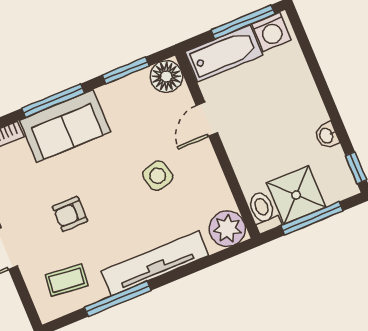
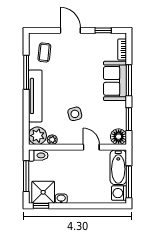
shower: (296, 195) -> (43, 192), moved
plant: (223, 198) -> (52, 140), added
armchair: (70, 214) -> (74, 67), removed

